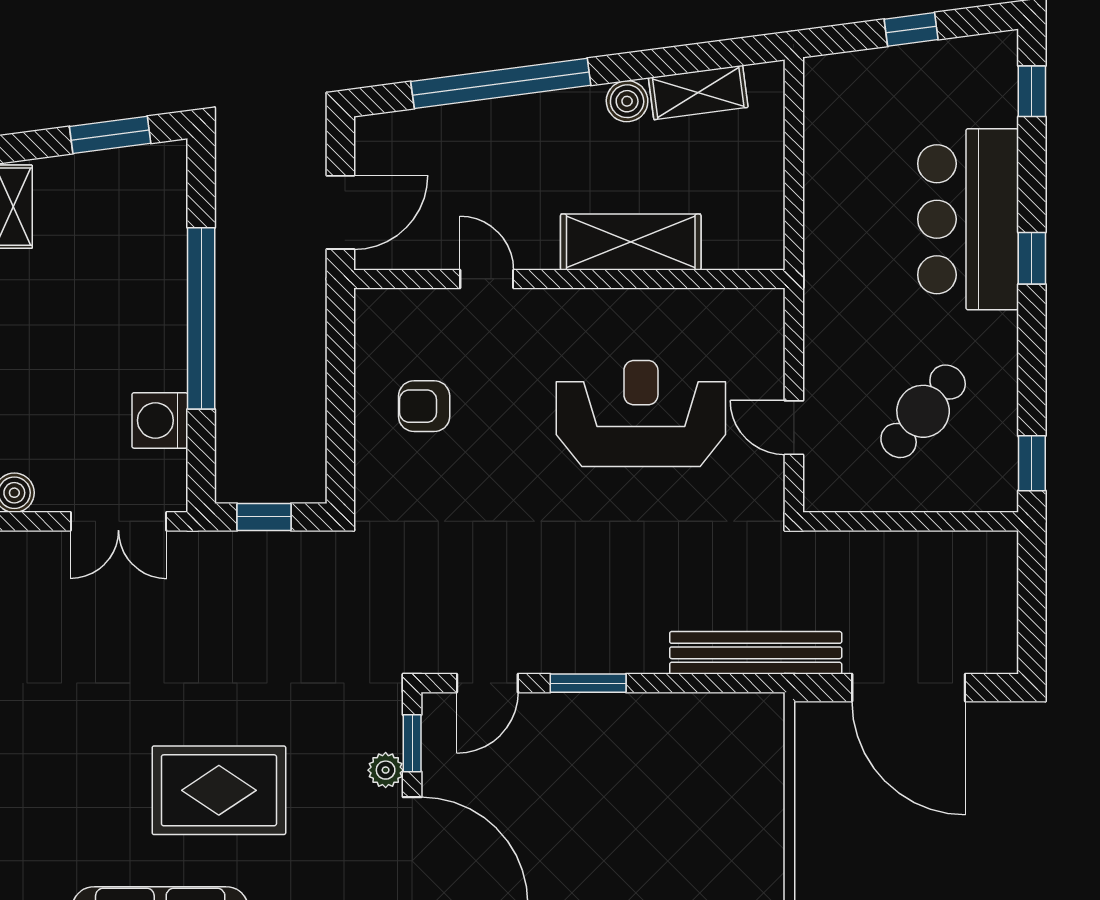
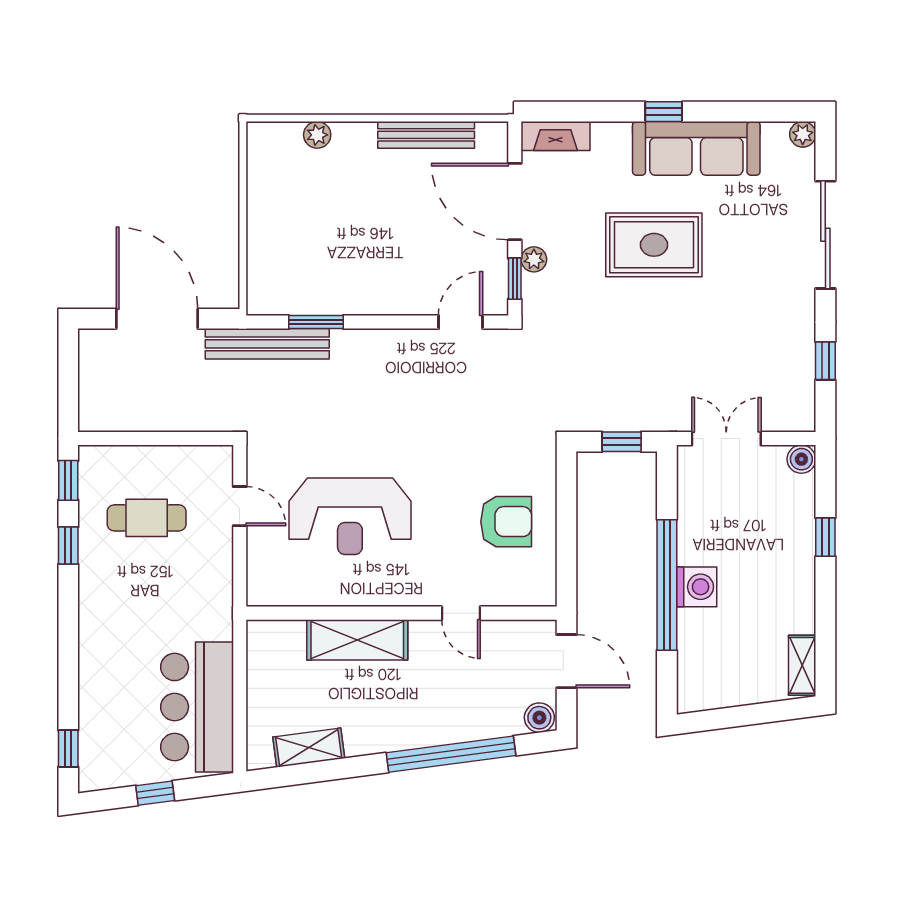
boiler: (627, 101) -> (539, 718), moved
window: (110, 135) -> (732, 717), removed
door: (340, 212) -> (567, 661), swing flipped
bar counter: (968, 219) -> (197, 707), moved, turned 180
window: (1032, 258) -> (68, 546), moved
armchair: (424, 406) -> (506, 522), width x1.38, depth x1.38
cafe table: (923, 411) -> (147, 518), turned 50
washing machine: (160, 420) -> (697, 587), moved
window: (588, 683) -> (316, 322), moved

